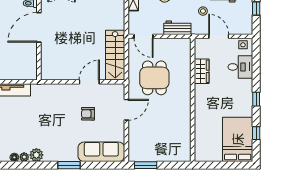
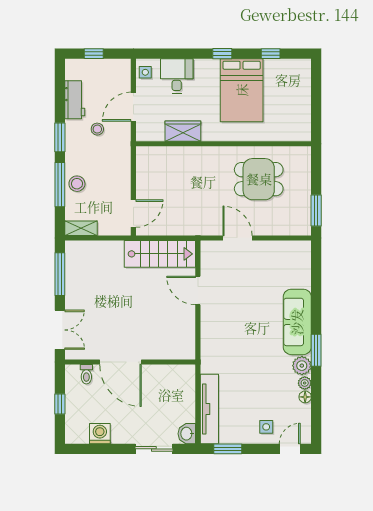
workbench: (177, 28) -> (121, 165), removed
dining table: (154, 78) -> (259, 179), moved
armchair: (88, 114) -> (243, 292), removed
bed: (238, 139) -> (242, 90), moved, turned -90
sofa: (101, 152) -> (297, 322), moved
window: (69, 165) -> (316, 350), moved

